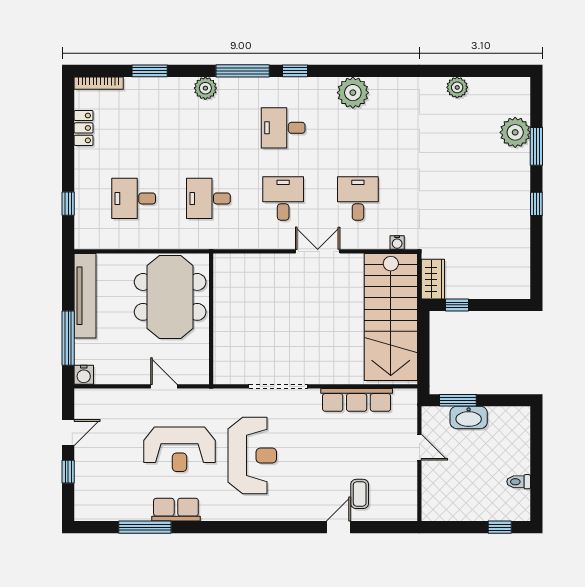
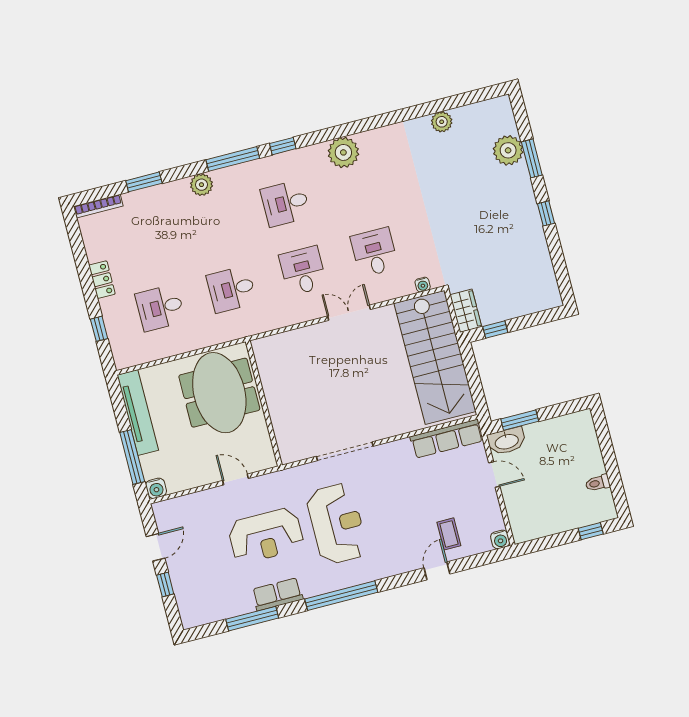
locker: (84, 128) -> (102, 280), moved
row of seats: (357, 400) -> (447, 439), moved
washbasin: (469, 417) -> (507, 441), moved
water cooler: (409, 512) -> (500, 539), added
window: (238, 527) -> (341, 596), added

